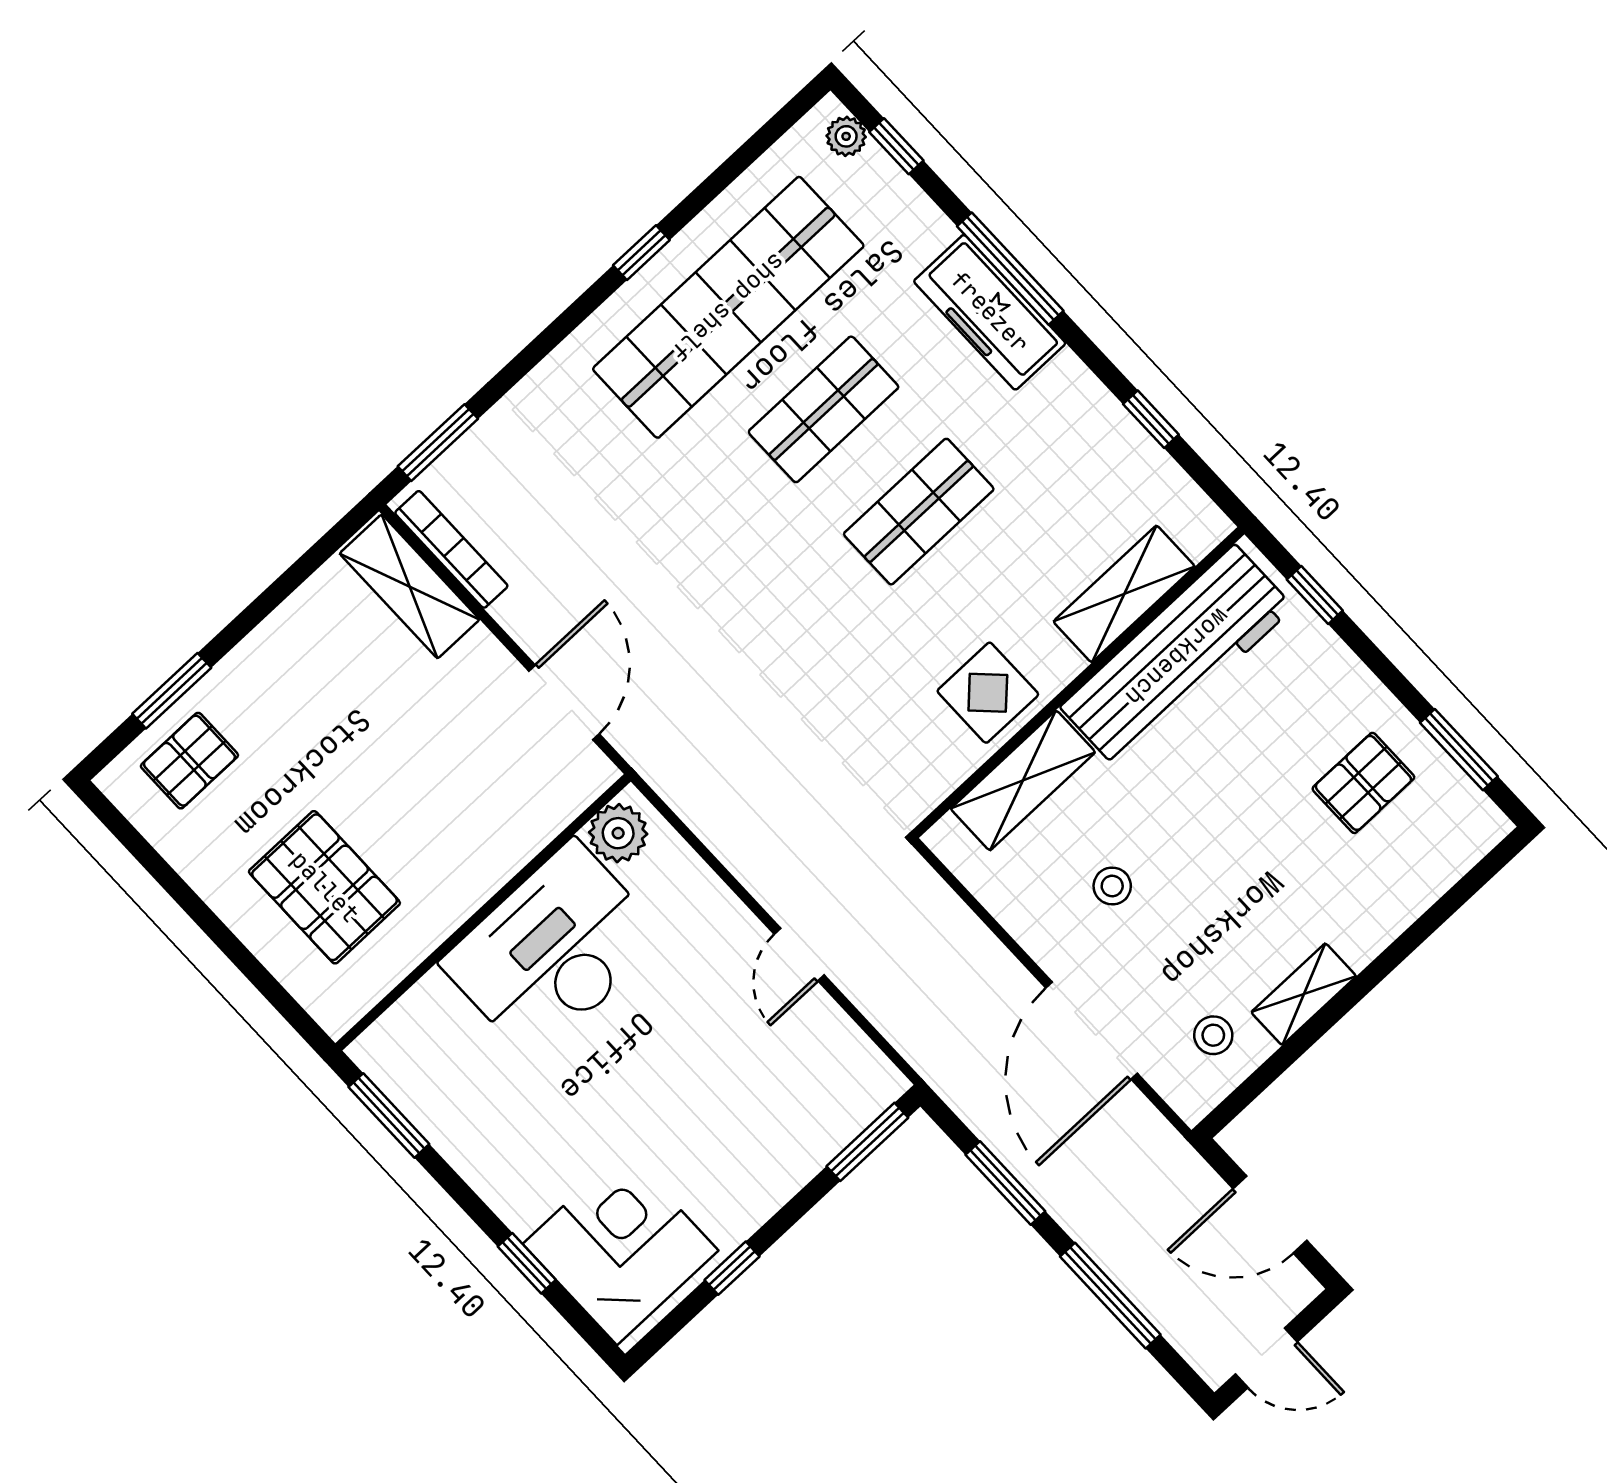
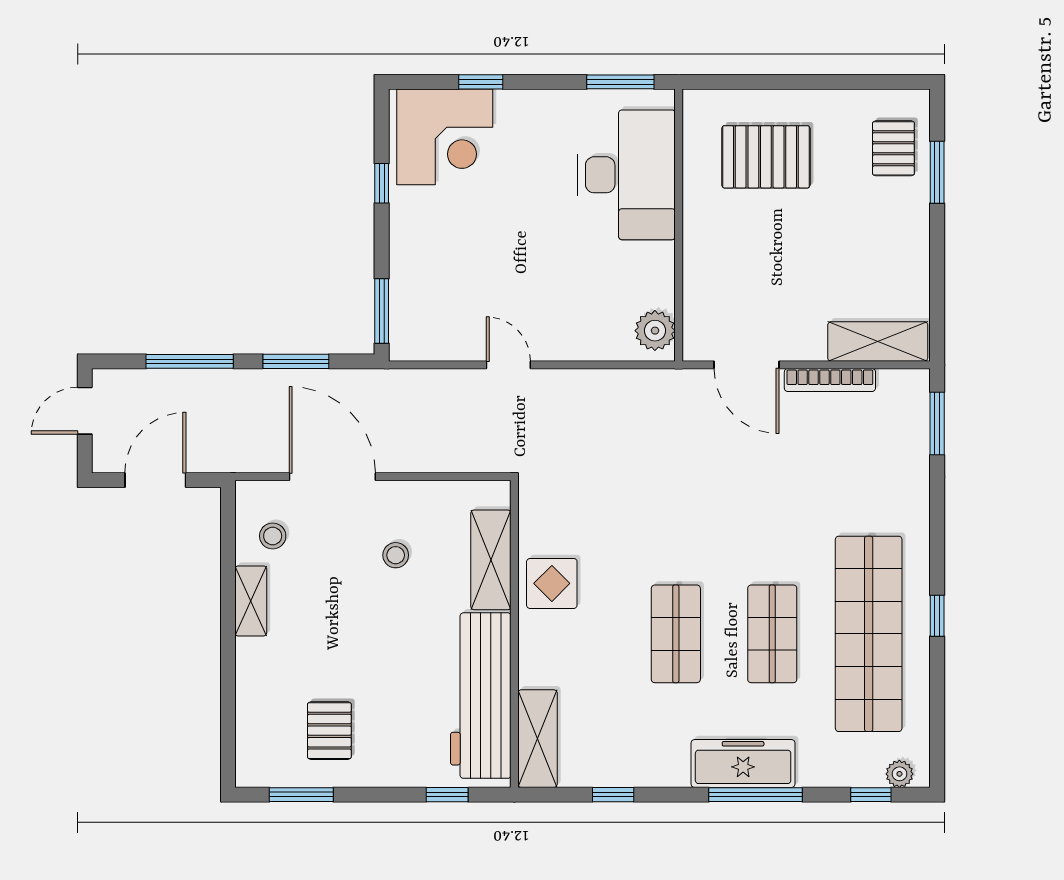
bookcase: (451, 549) -> (830, 380), moved
shelving: (1124, 594) -> (538, 739), moved
desk: (553, 950) -> (626, 175), moved

